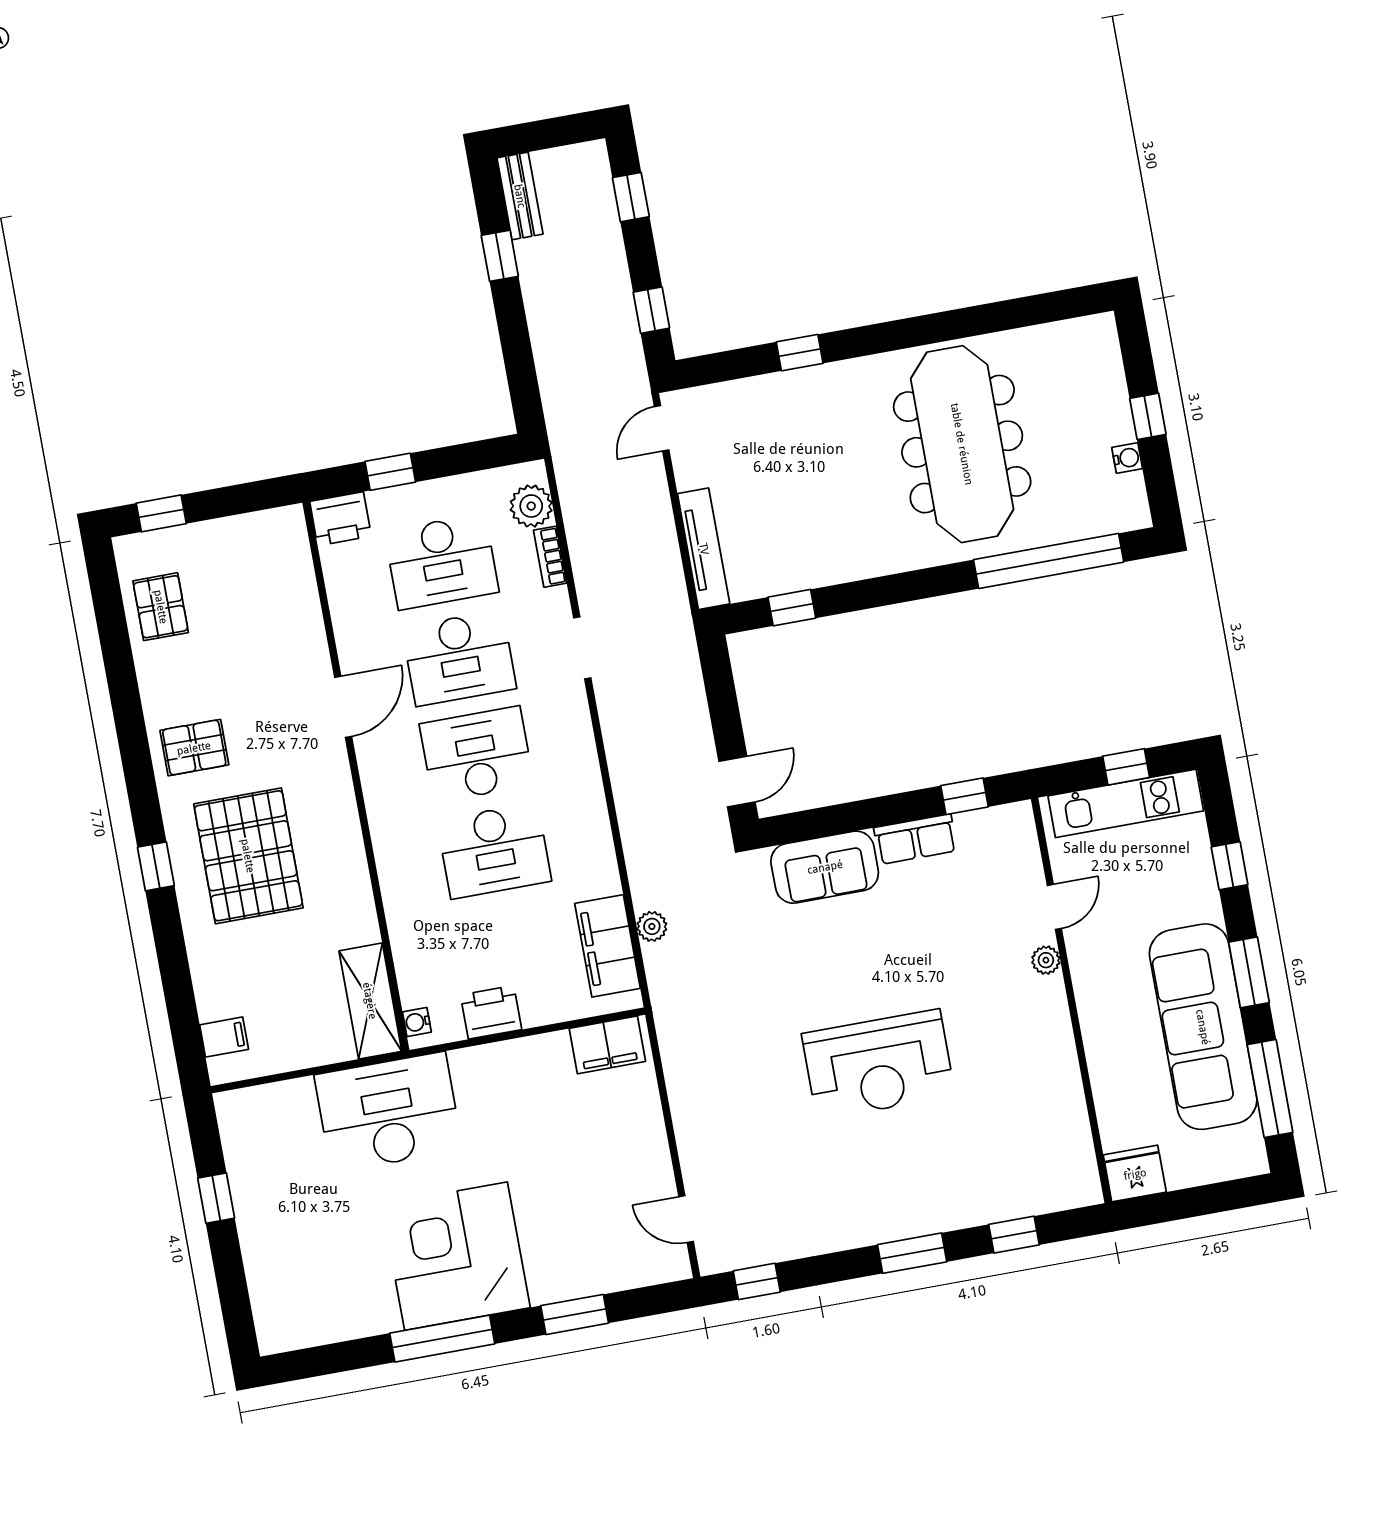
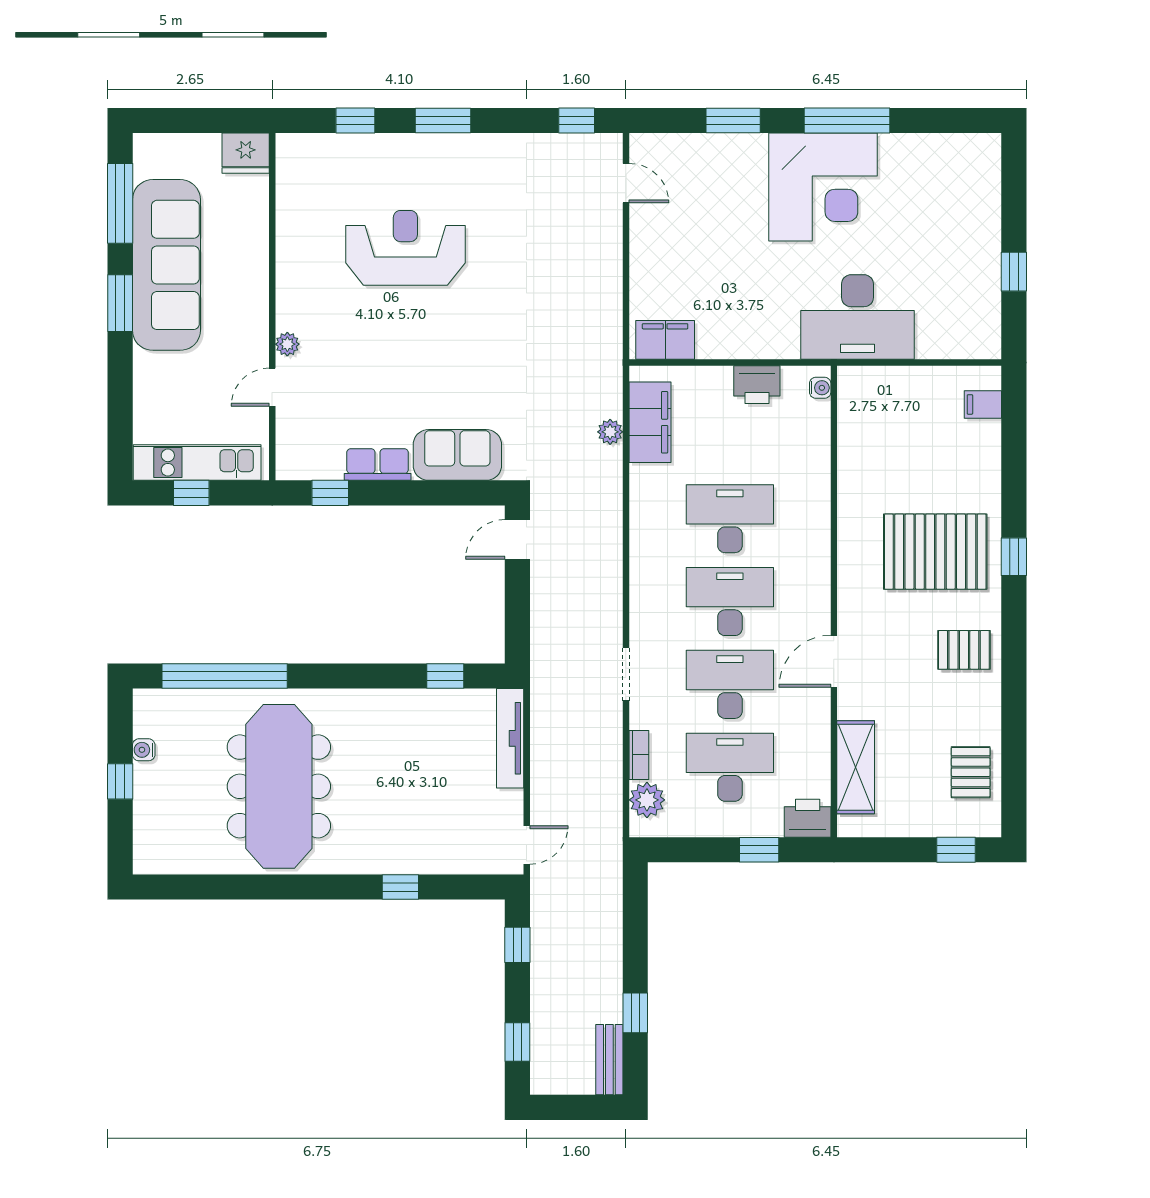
desk: (477, 754) -> (730, 602), turned 180
pallet: (248, 856) -> (935, 552), turned 90
window: (1230, 866) -> (120, 395), removed
shelving: (370, 1001) -> (856, 767), moved
reception desk: (878, 1065) -> (405, 248), moved

